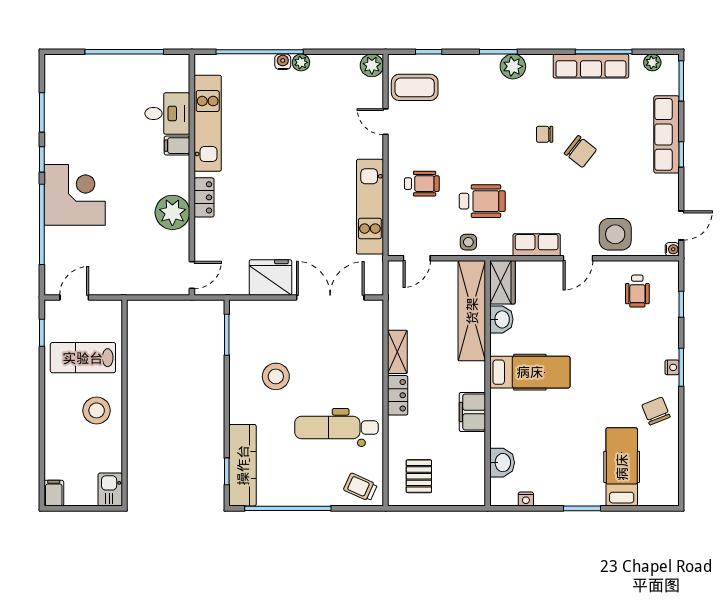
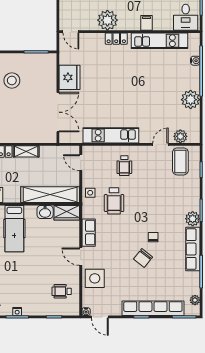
water cooler: (283, 62) -> (195, 61), moved
plant: (301, 62) -> (191, 100), width x1.88, depth x1.88
plant: (372, 65) -> (180, 136), moved
row of seats: (591, 66) -> (193, 249), moved
desk: (167, 113) -> (186, 17), moved
row of seats: (667, 134) -> (153, 308), width x1.36

